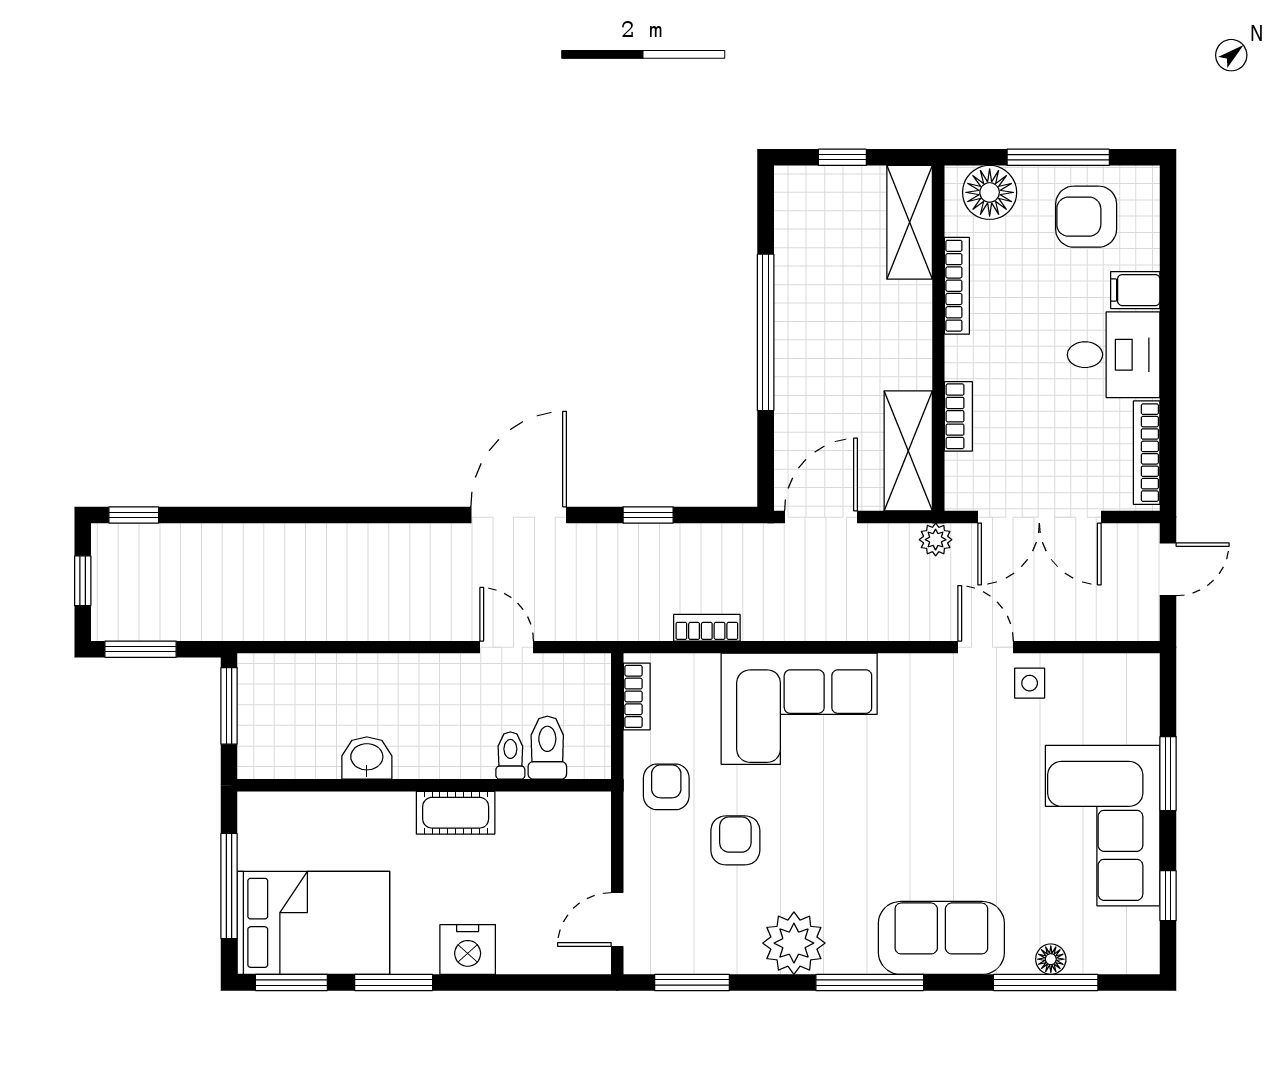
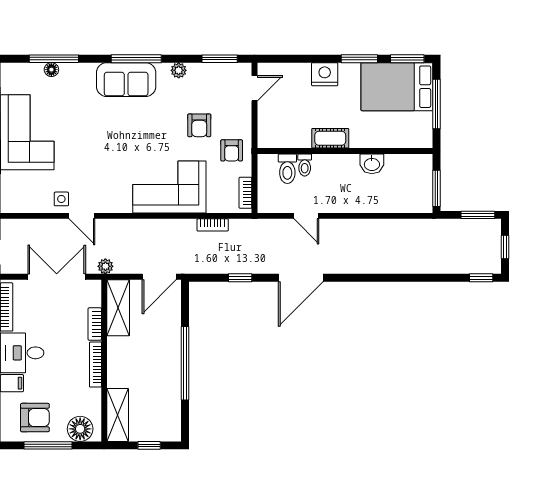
bookcase: (957, 286) -> (95, 365), moved
sofa: (941, 938) -> (126, 80), moved
plant: (794, 943) -> (179, 70), width x0.53, depth x0.53

